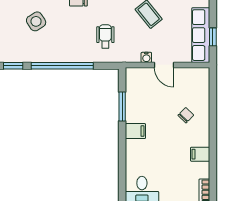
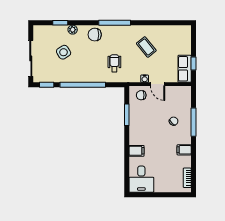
row of seats: (201, 35) -> (185, 69), width x0.68
chair: (142, 80) -> (141, 95), added
window: (213, 116) -> (193, 122), added
filing cabinet: (135, 131) -> (137, 151), moved

